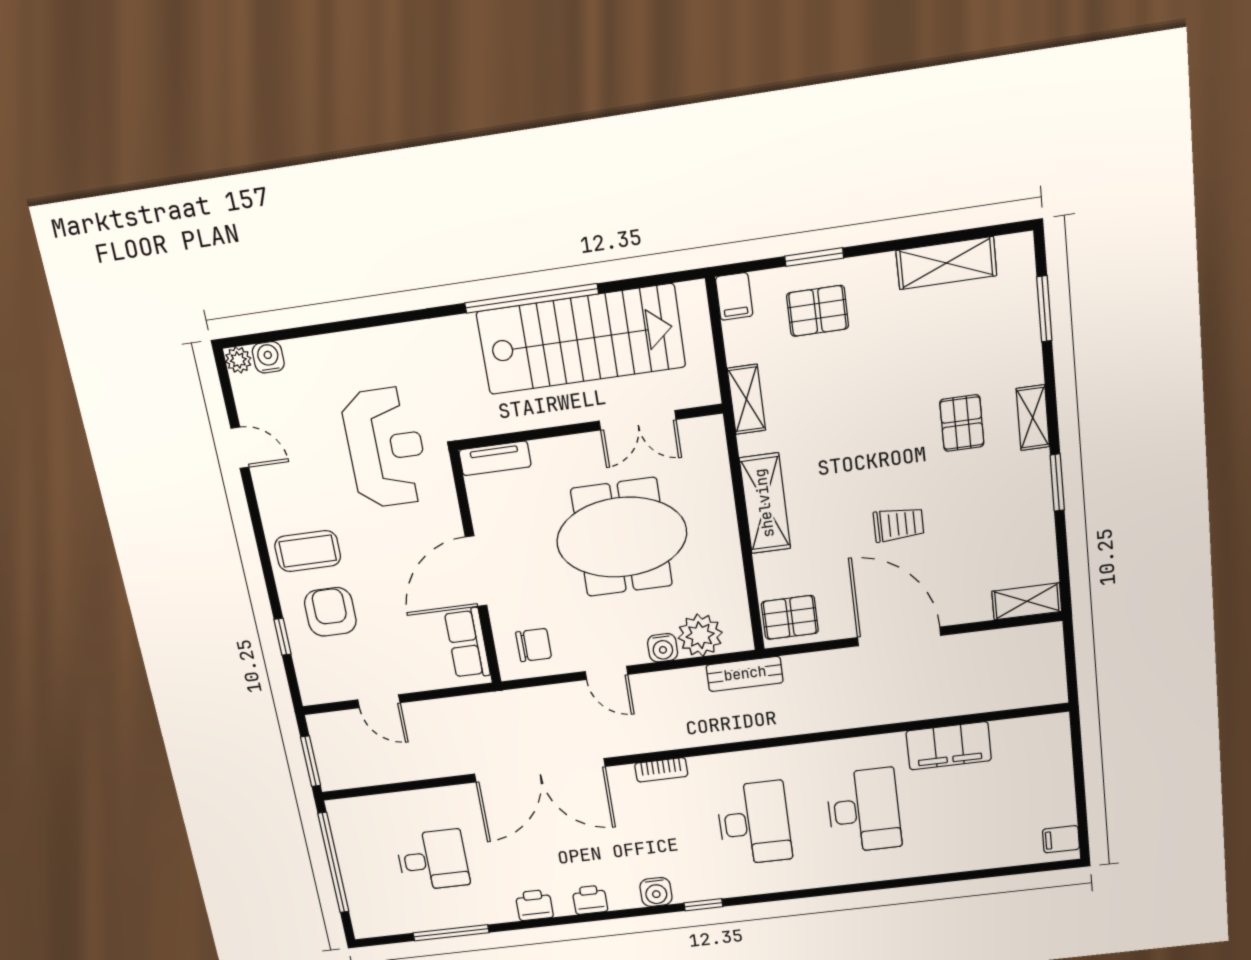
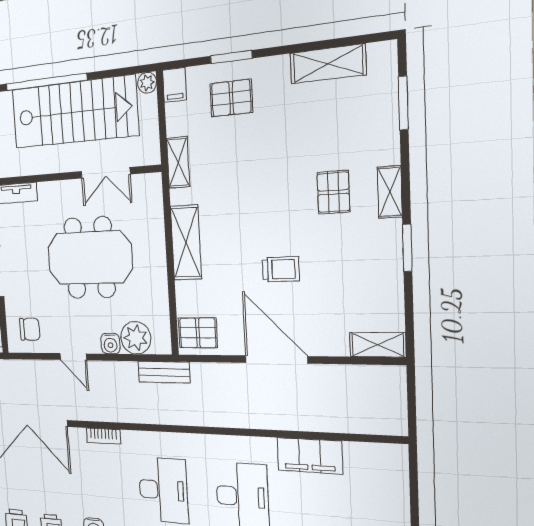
plant: (693, 295) -> (147, 83), added

